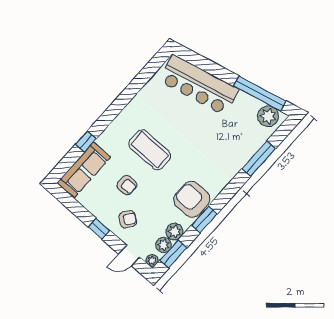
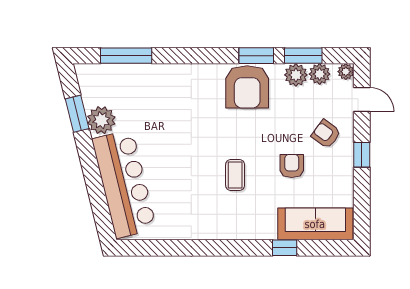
window: (260, 94) -> (77, 114), width x0.47
plant: (268, 116) -> (101, 120), moved
coffee table: (150, 150) -> (235, 175), width x0.54, depth x0.58
window: (259, 159) -> (126, 56), moved
window: (174, 254) -> (303, 56), moved

